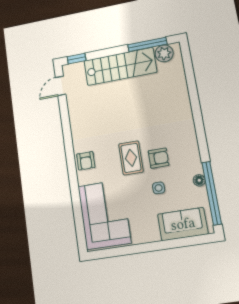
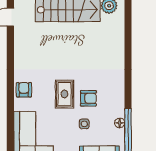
armchair: (86, 161) -> (24, 90), turned 180

